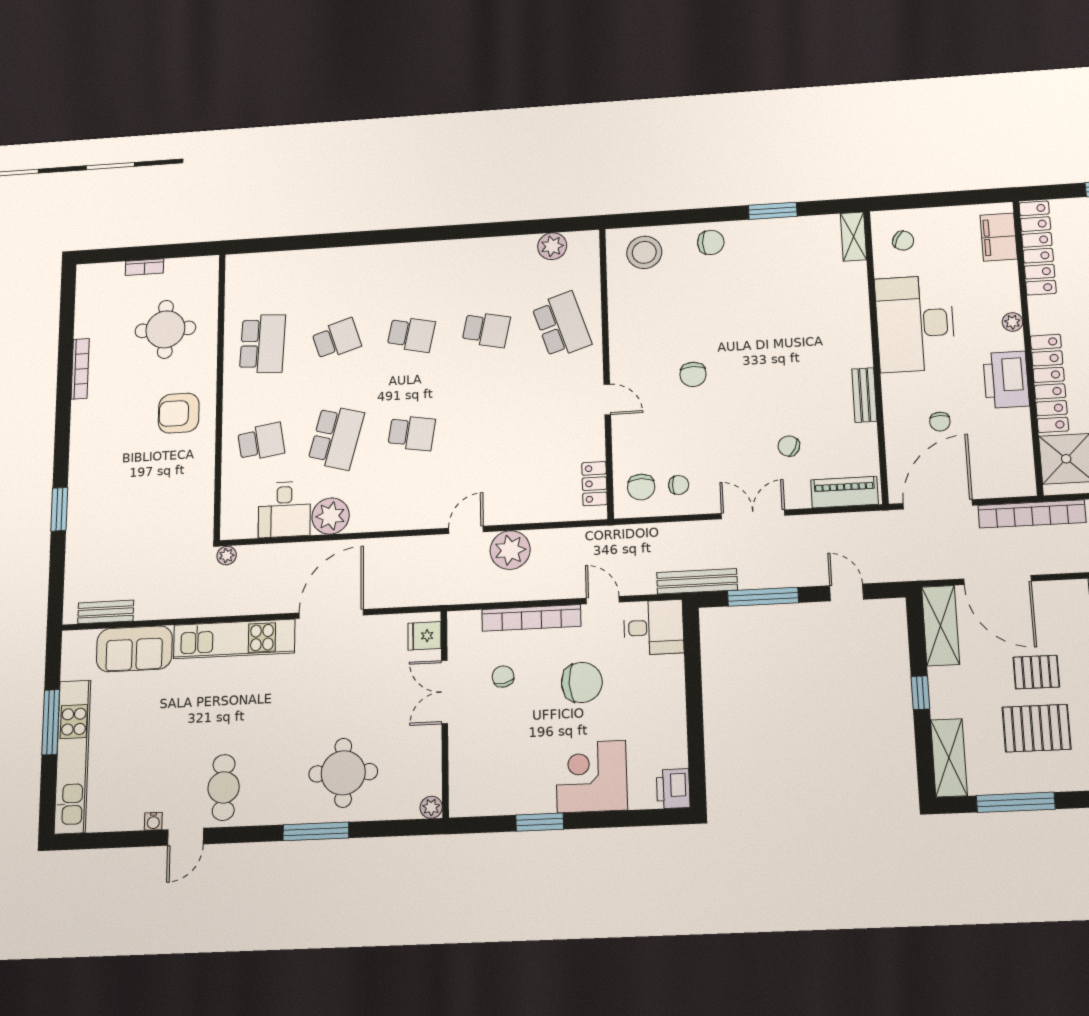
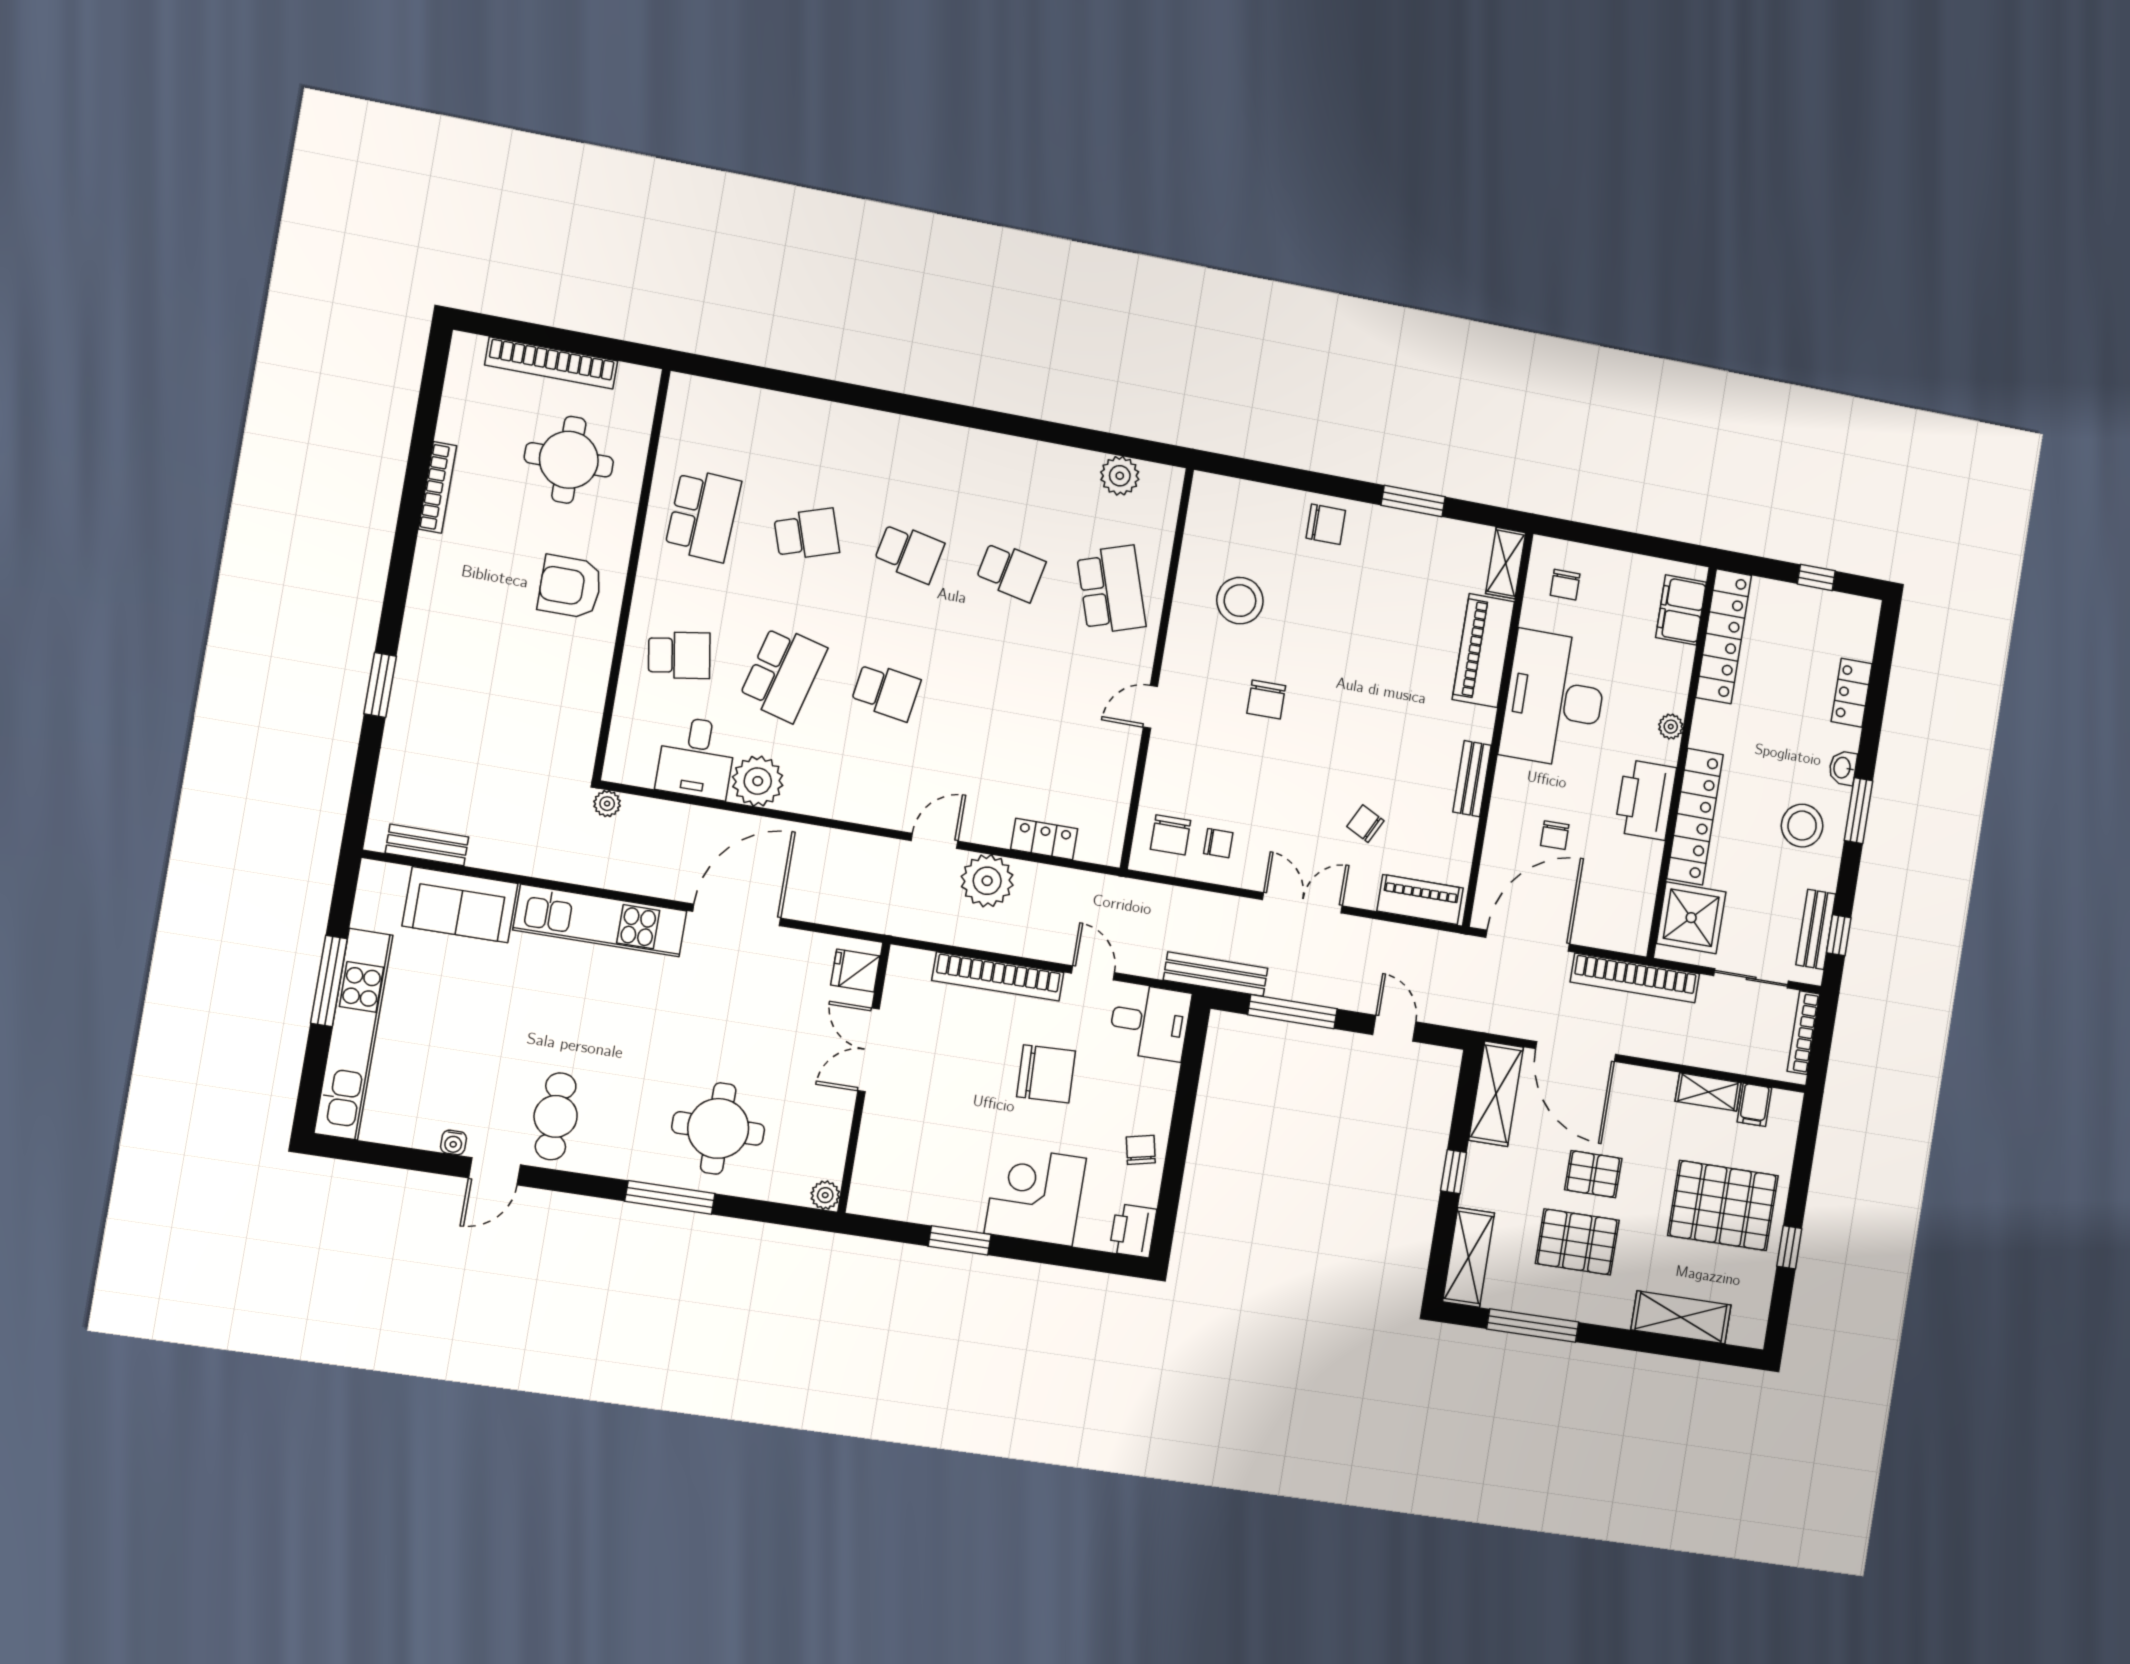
chair: (903, 241) -> (1565, 585), turned 62
stool: (644, 252) -> (1240, 601), moved
bookcase: (144, 267) -> (551, 363), width x2.31, depth x1.31
piano: (851, 302) -> (1483, 651), added
door: (607, 399) -> (1150, 707), swing flipped
locker: (594, 484) -> (1044, 839), moved, turned 90
chair: (503, 676) -> (1141, 1150), moved

